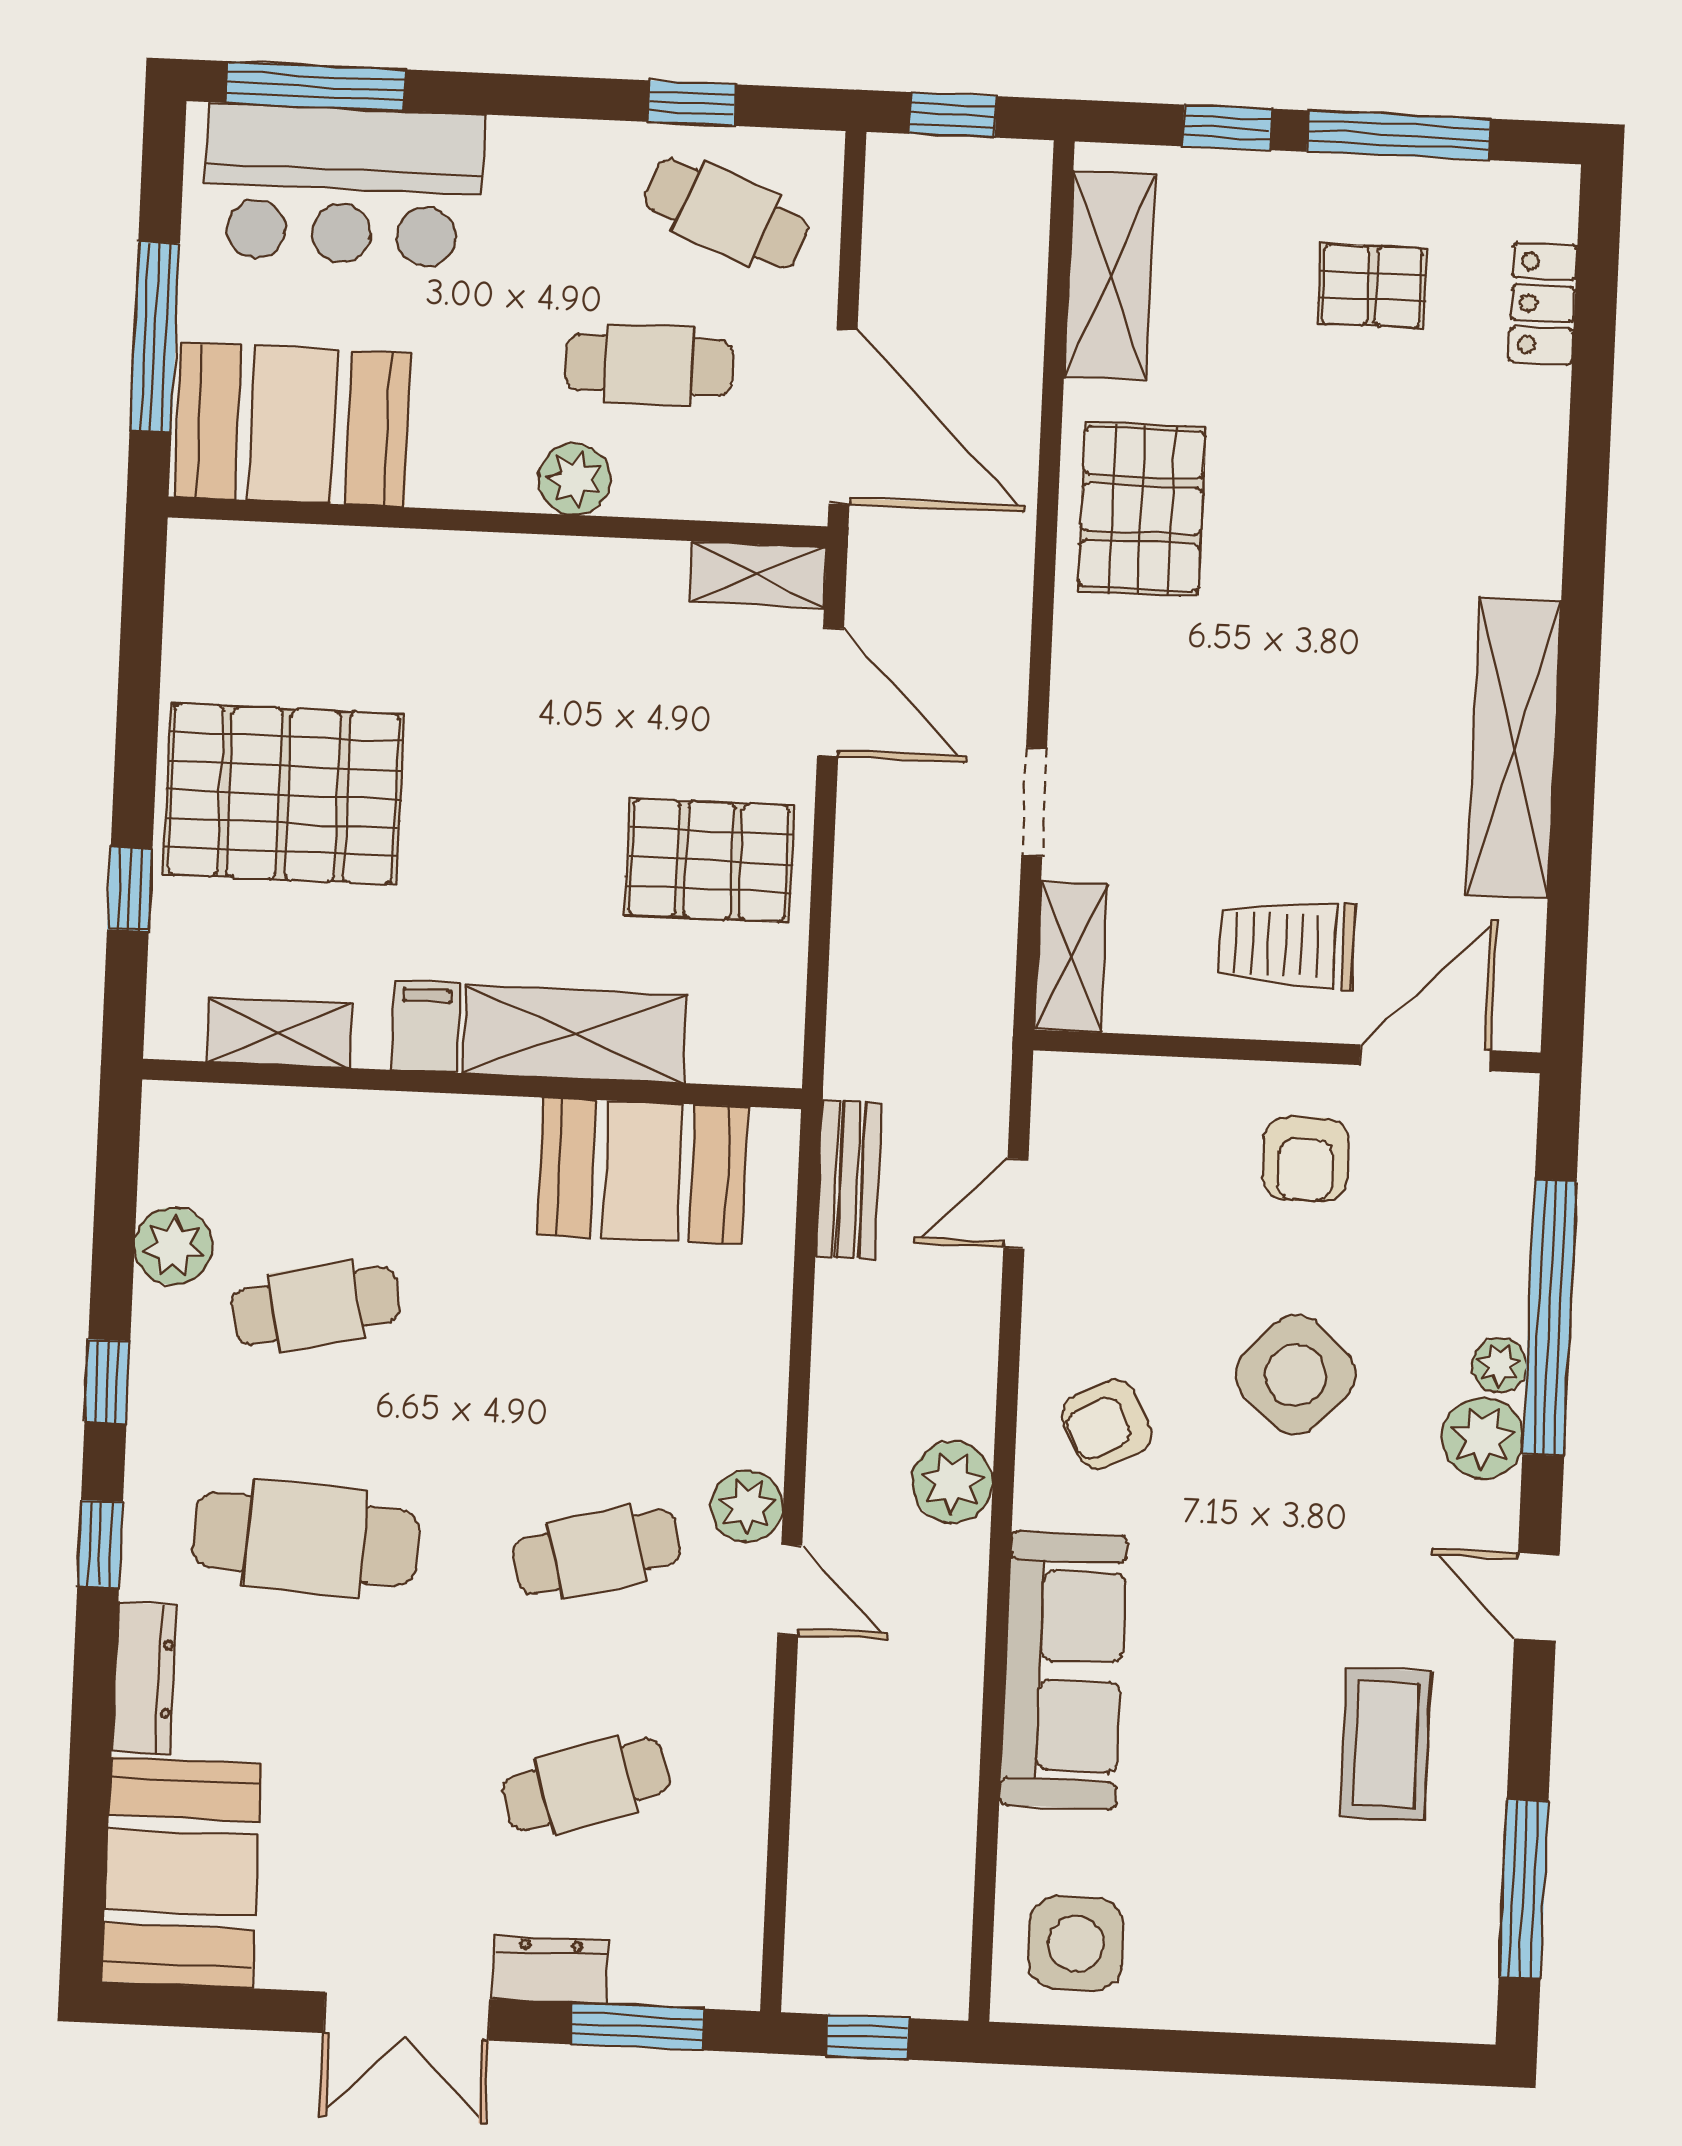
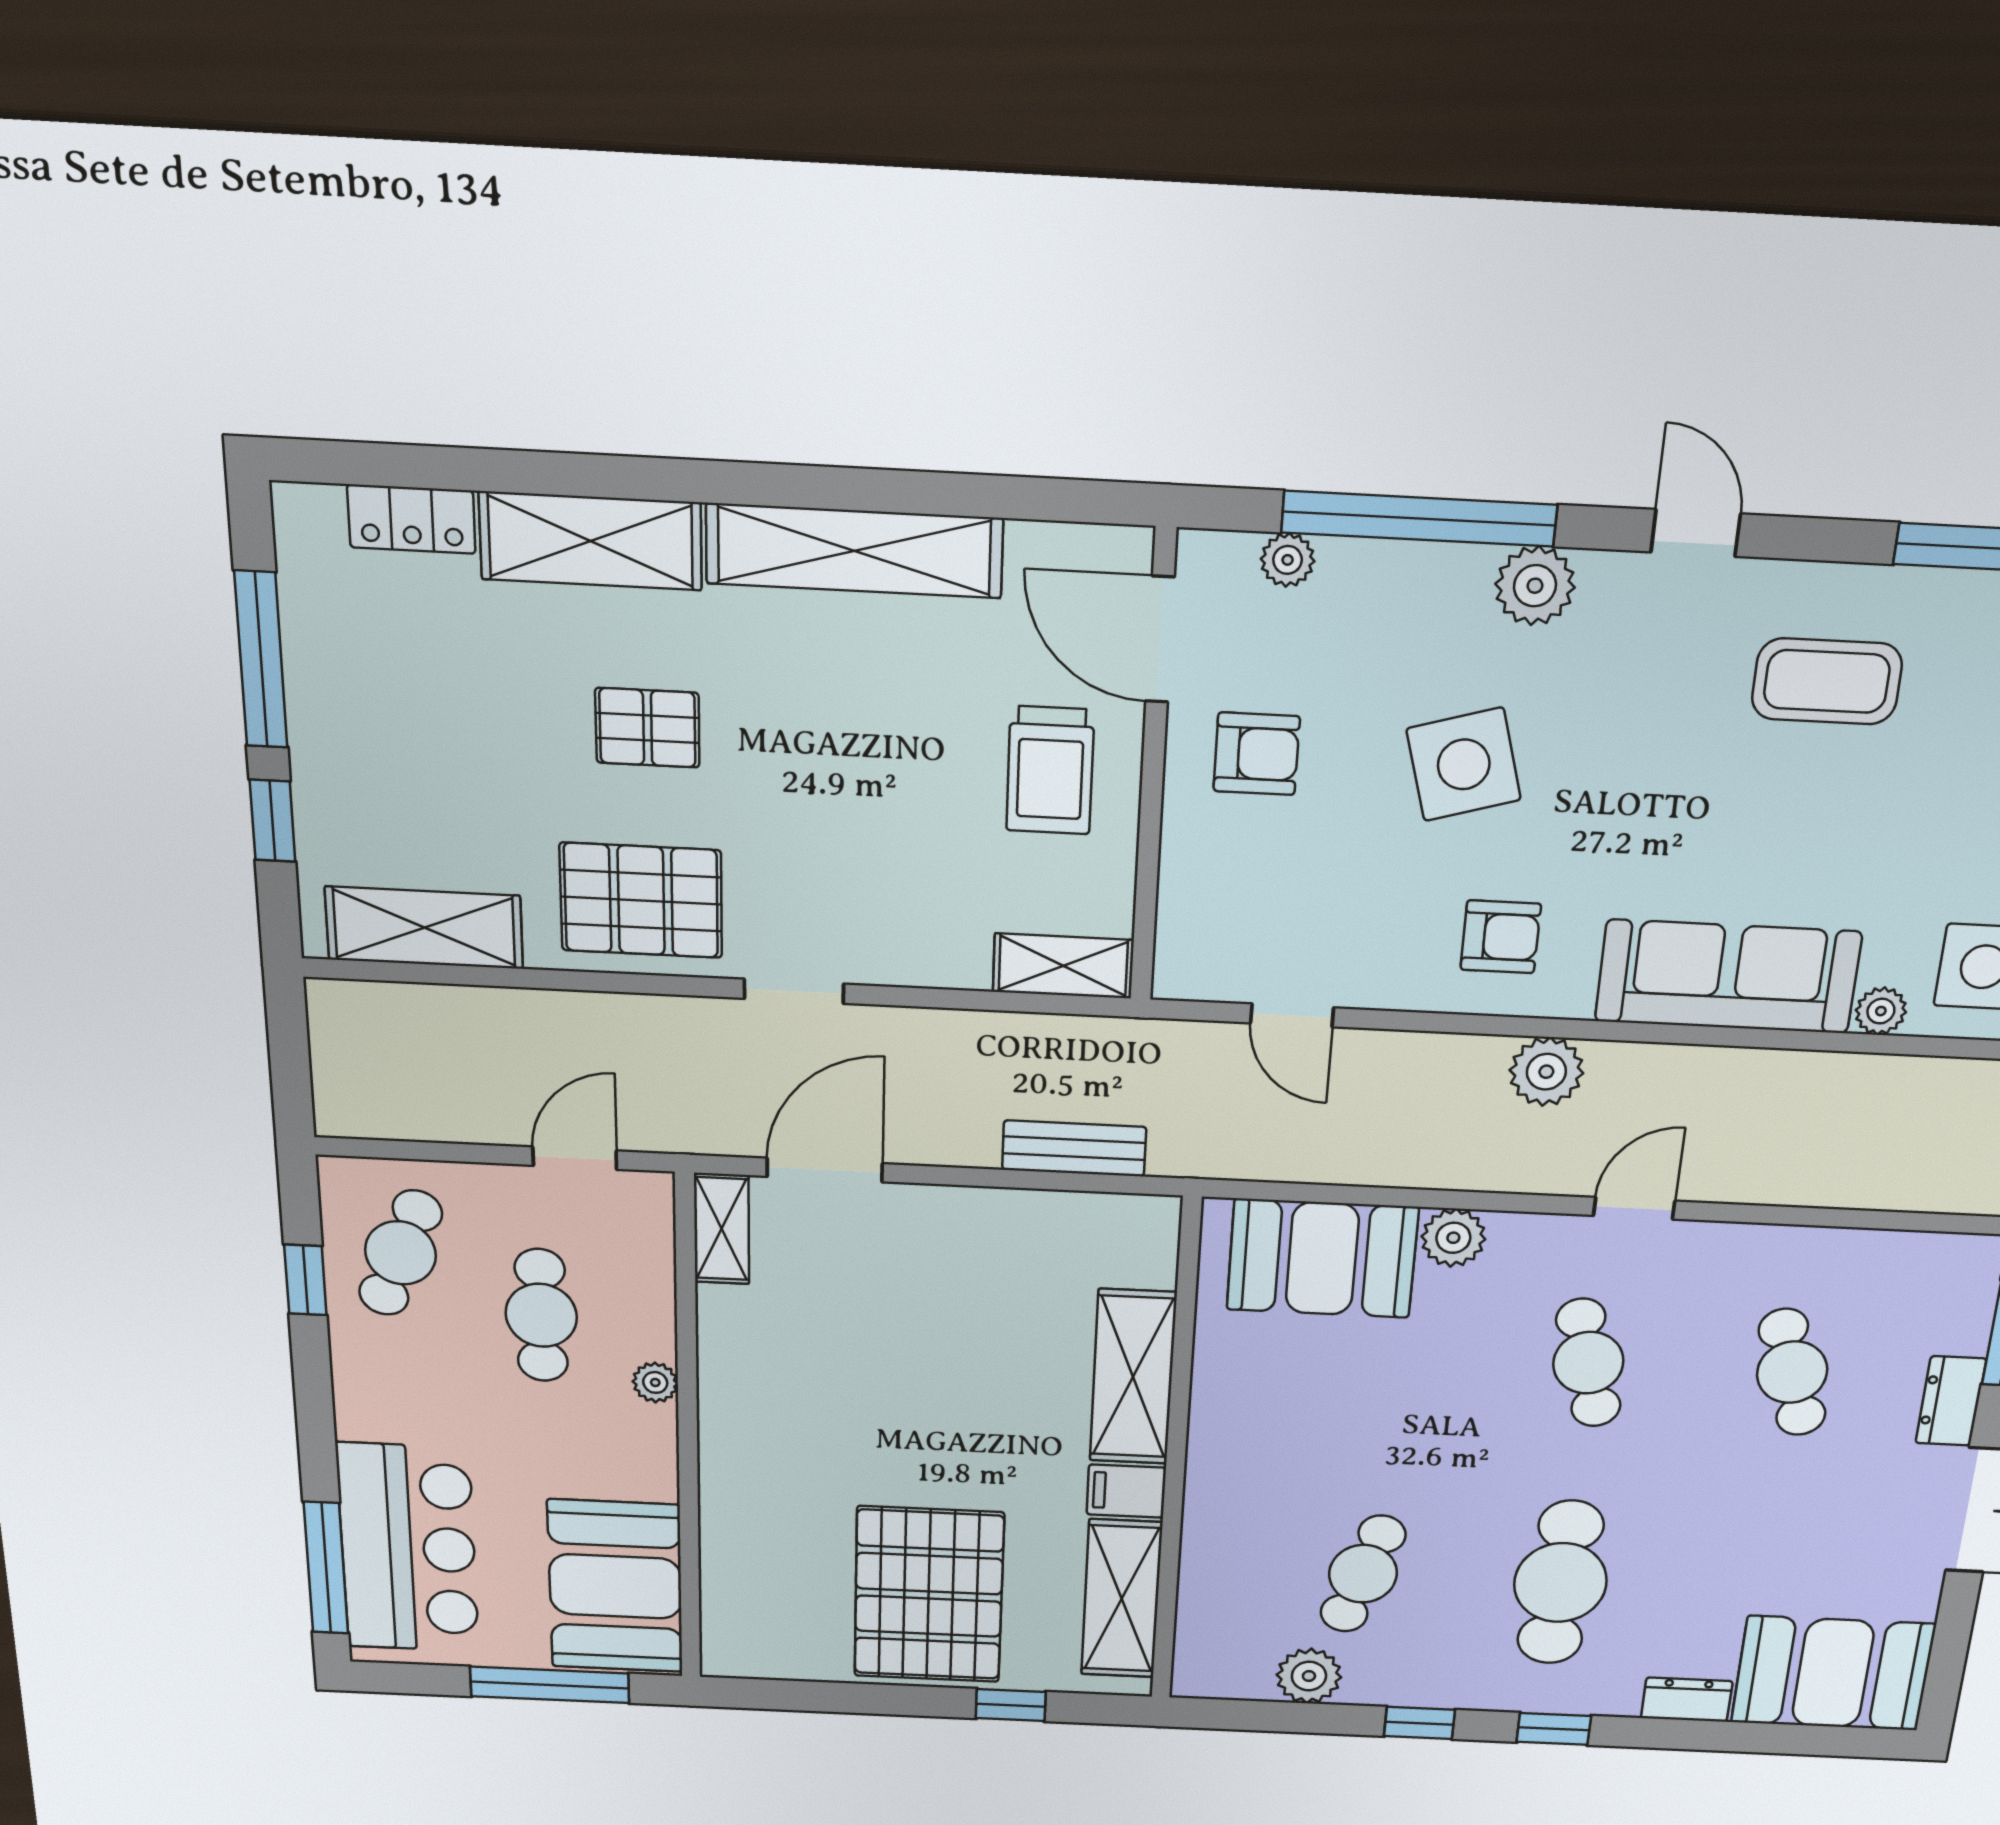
window: (953, 115) -> (290, 1064), removed
pallet: (1372, 286) -> (647, 728), moved, turned 90
door: (843, 417) -> (575, 1158), width x0.53
plant: (575, 479) -> (655, 1382), width x0.73, depth x0.73
shelving: (1522, 482) -> (591, 541), added
doorway: (1034, 802) -> (794, 991), moved
pallet: (709, 860) -> (979, 1270), removed
shelving: (279, 1033) -> (1122, 1599), width x1.50, depth x1.33
booth: (642, 1171) -> (1322, 1258), moved, turned 90
bench: (849, 1180) -> (1074, 1148), moved
cafe table: (316, 1306) -> (1363, 1574), turned 30
plant: (1499, 1365) -> (1288, 560), moved
side table: (1296, 1375) -> (1464, 764), turned 31
armchair: (1107, 1424) -> (1501, 937), turned -62
plant: (747, 1506) -> (1453, 1238), moved
door: (1537, 1597) -> (1696, 533), swing flipped
dresser: (144, 1678) -> (1687, 1700), width x0.70
plant: (1025, 1839) -> (1881, 1011), added

